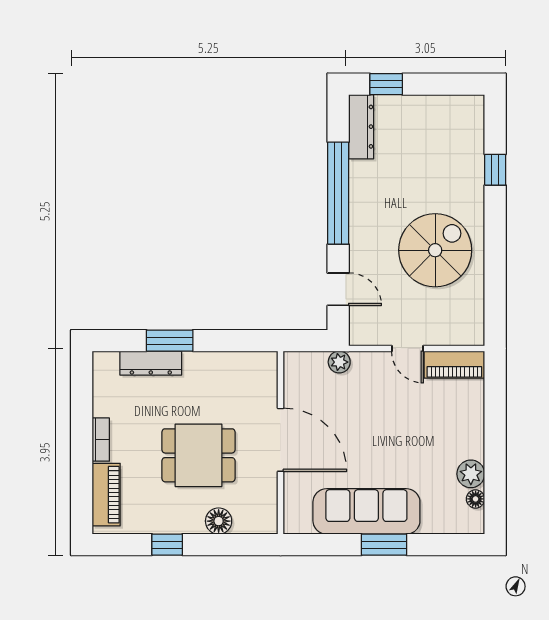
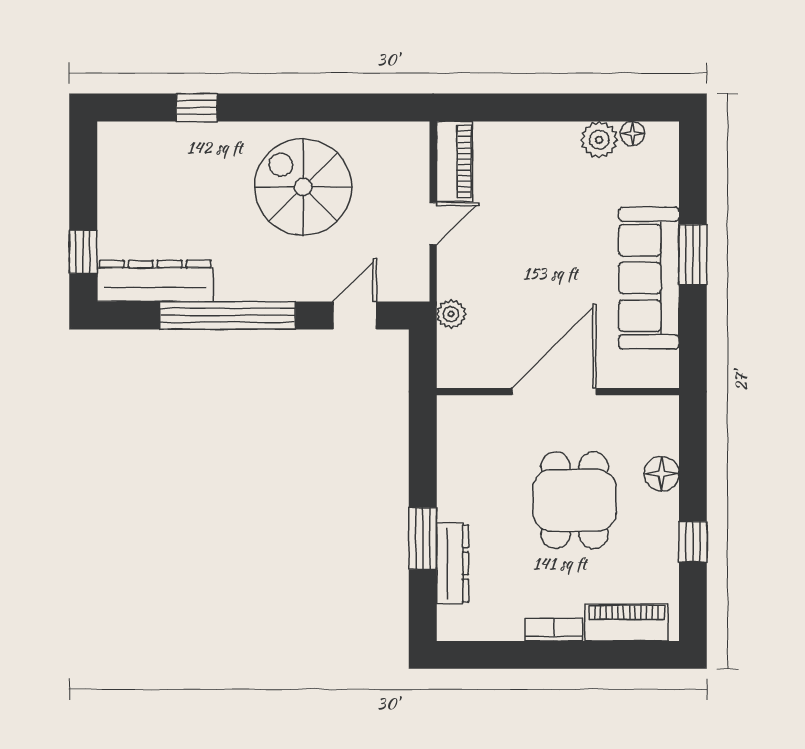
dresser: (361, 127) -> (155, 281), width x1.37, depth x1.24

